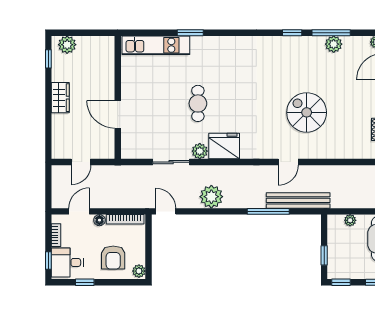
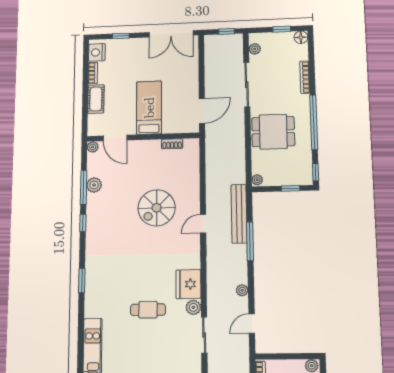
window: (190, 33) -> (82, 281), moved
door: (288, 162) -> (203, 224), swing flipped
plant: (211, 197) -> (242, 290), width x0.53, depth x0.53
door: (166, 211) -> (252, 324), moved
plant: (350, 220) -> (257, 180), moved

